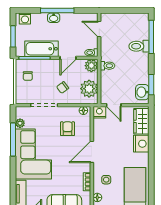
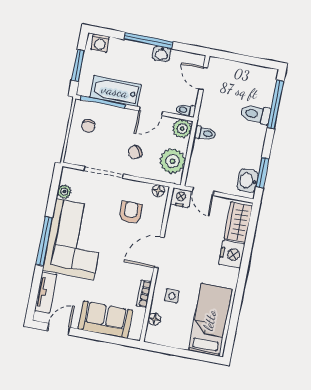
washbasin: (54, 18) -> (162, 54), moved
window: (13, 140) -> (44, 241), moved

